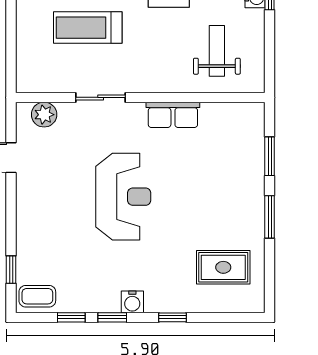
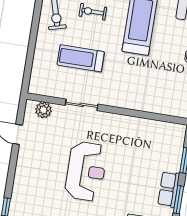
weight bench: (217, 51) -> (162, 87), removed
row of seats: (173, 115) -> (169, 189), moved, turned 90

